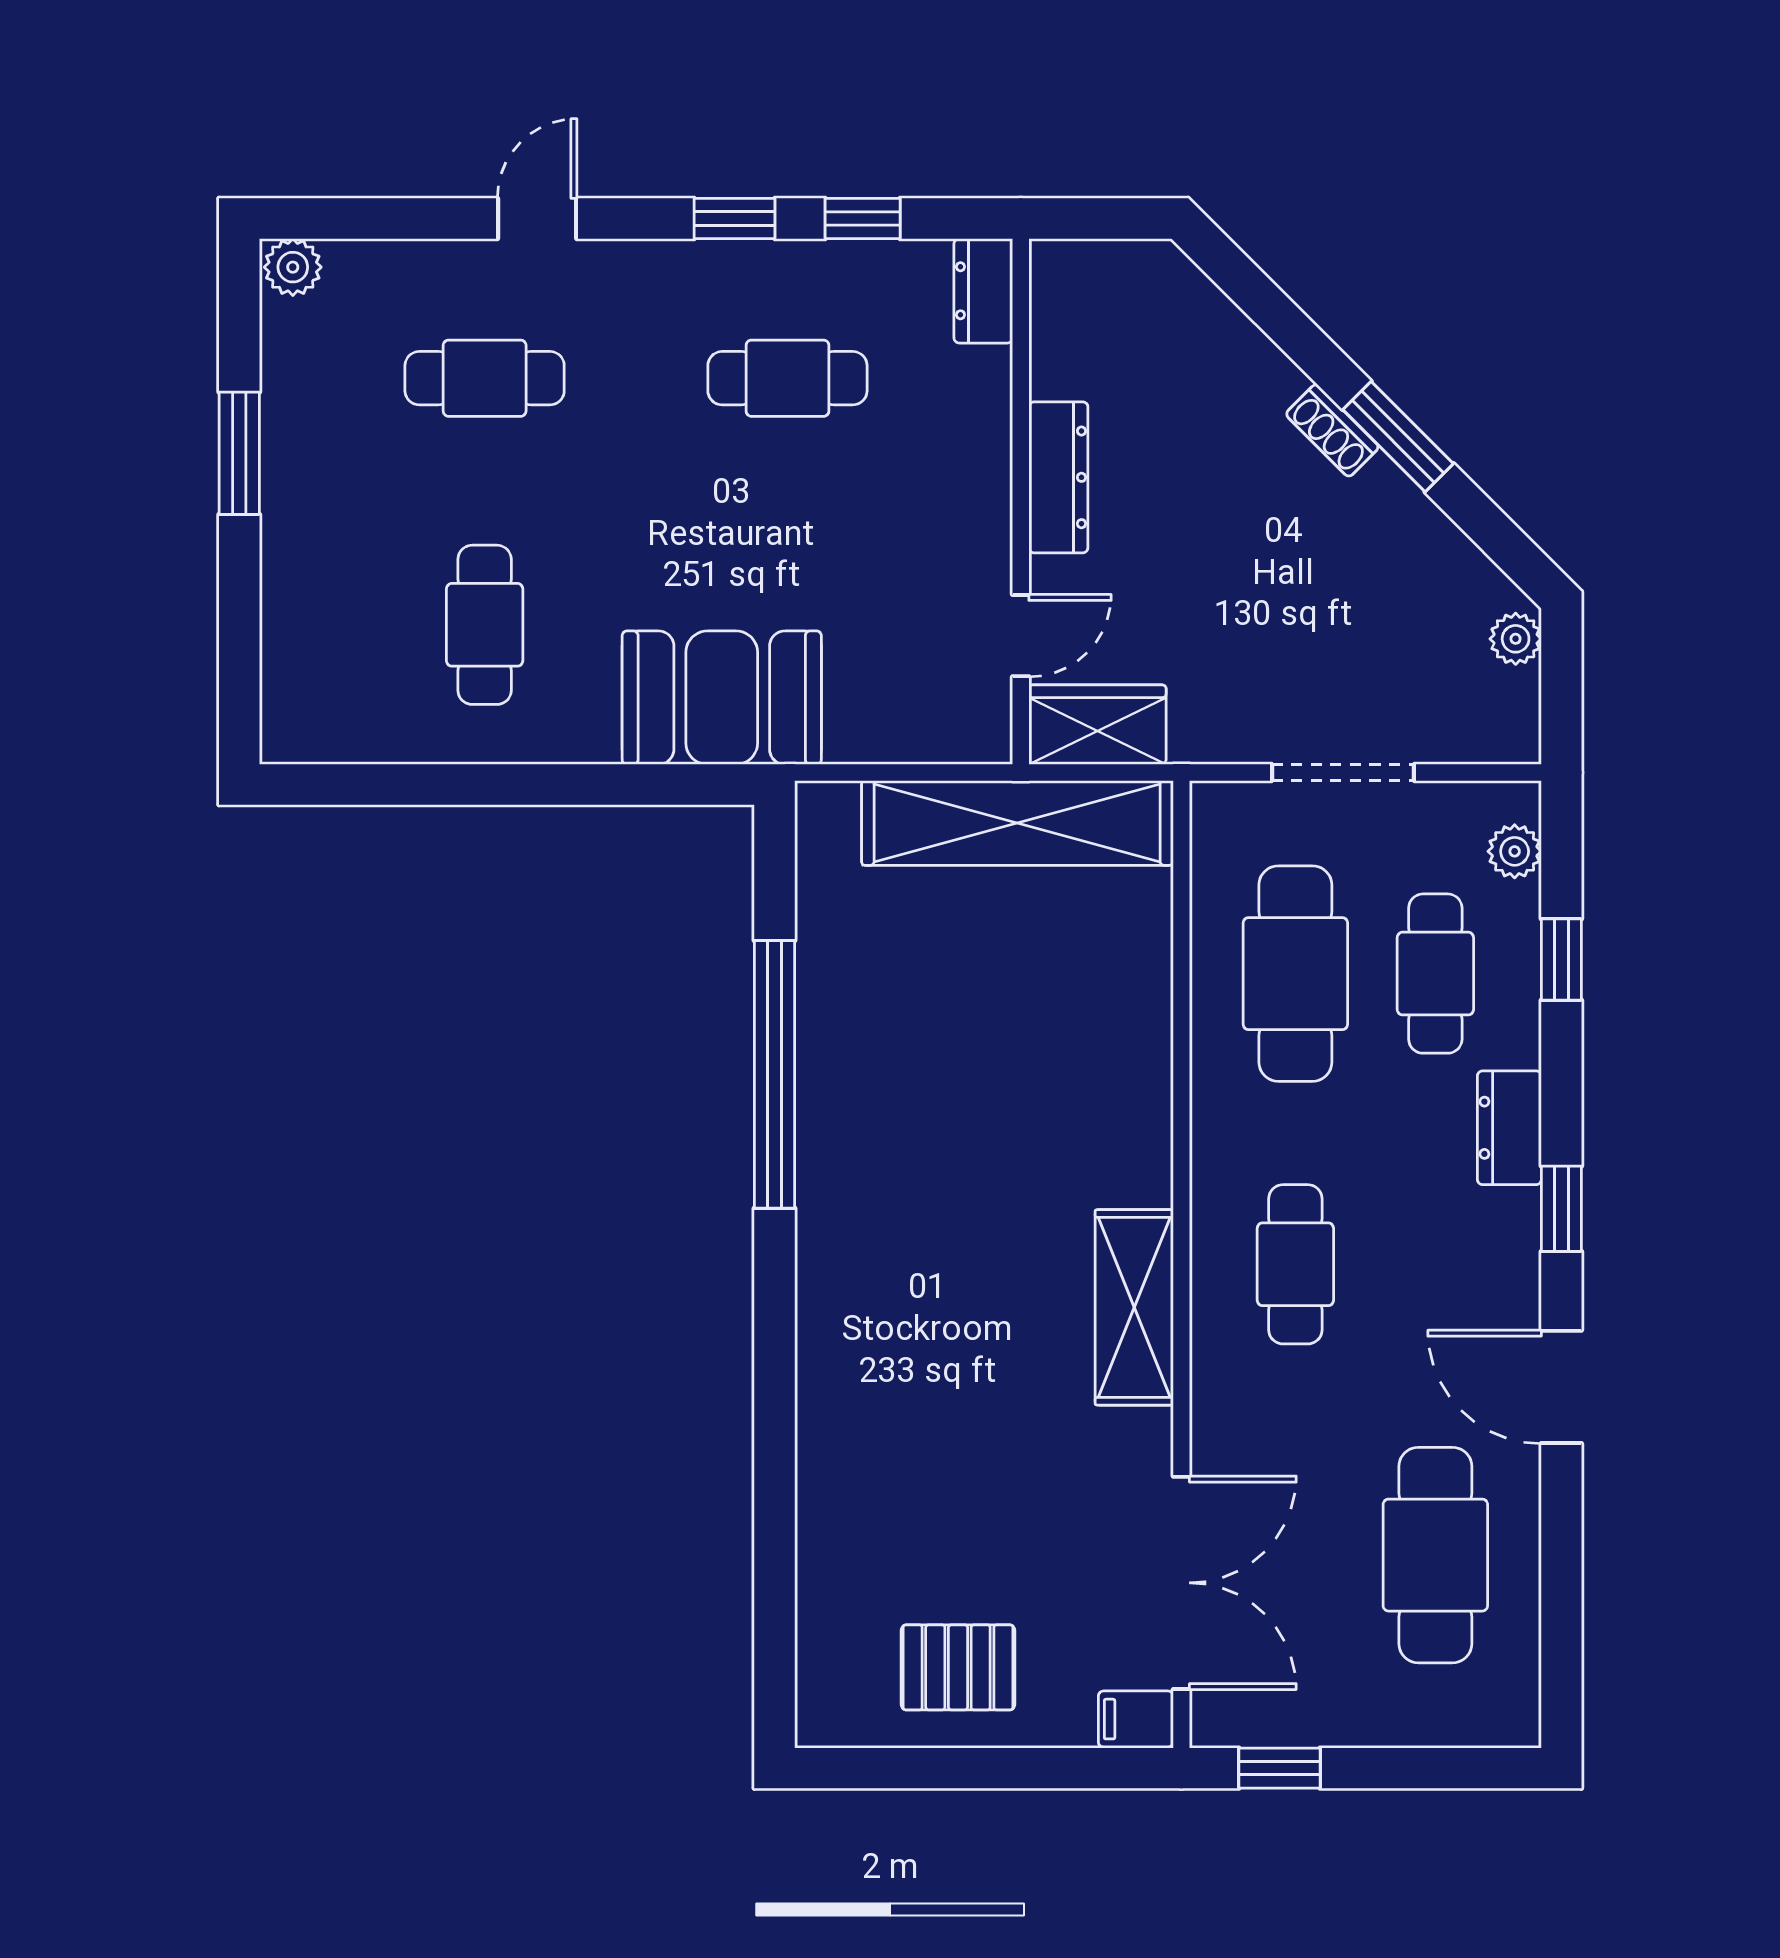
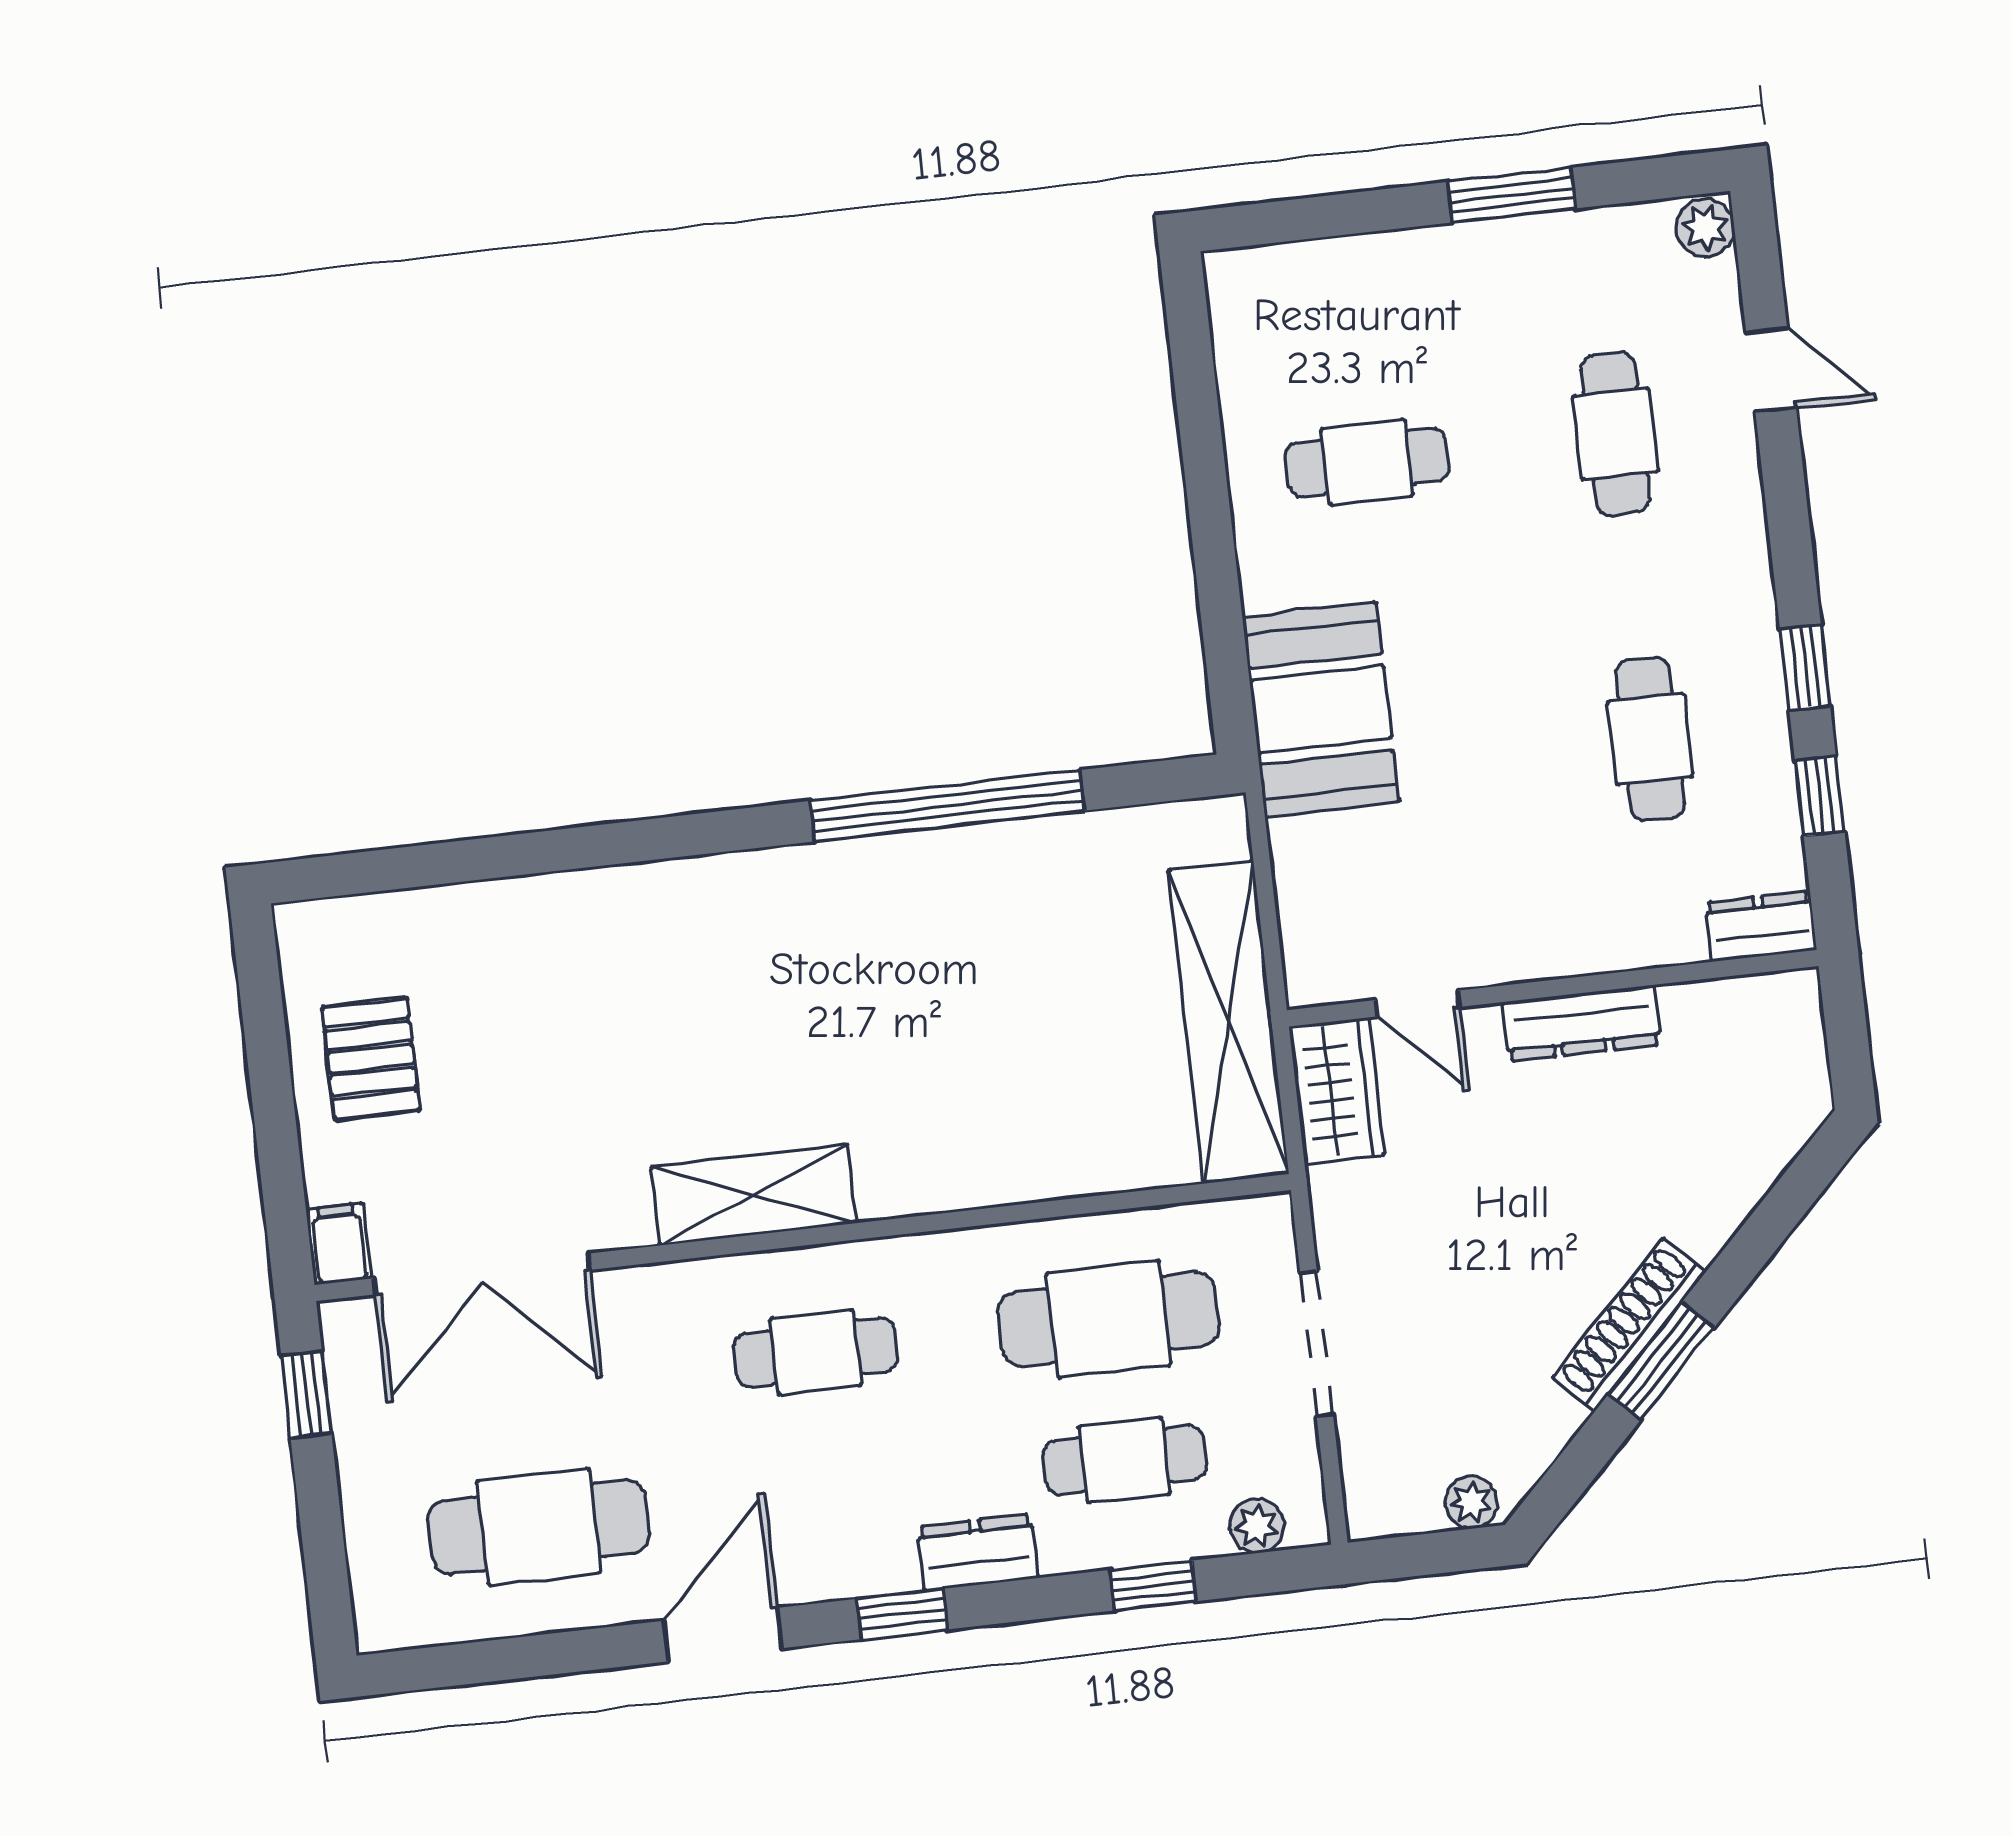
door: (537, 218) -> (1771, 370), moved
shoe rack: (1332, 430) -> (1629, 1325), width x1.94, depth x1.24

